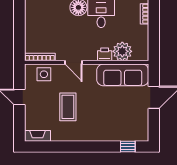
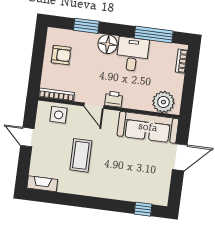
armchair: (39, 22) -> (61, 55), added
plant: (122, 51) -> (163, 102), moved
printer: (105, 54) -> (114, 99), moved

